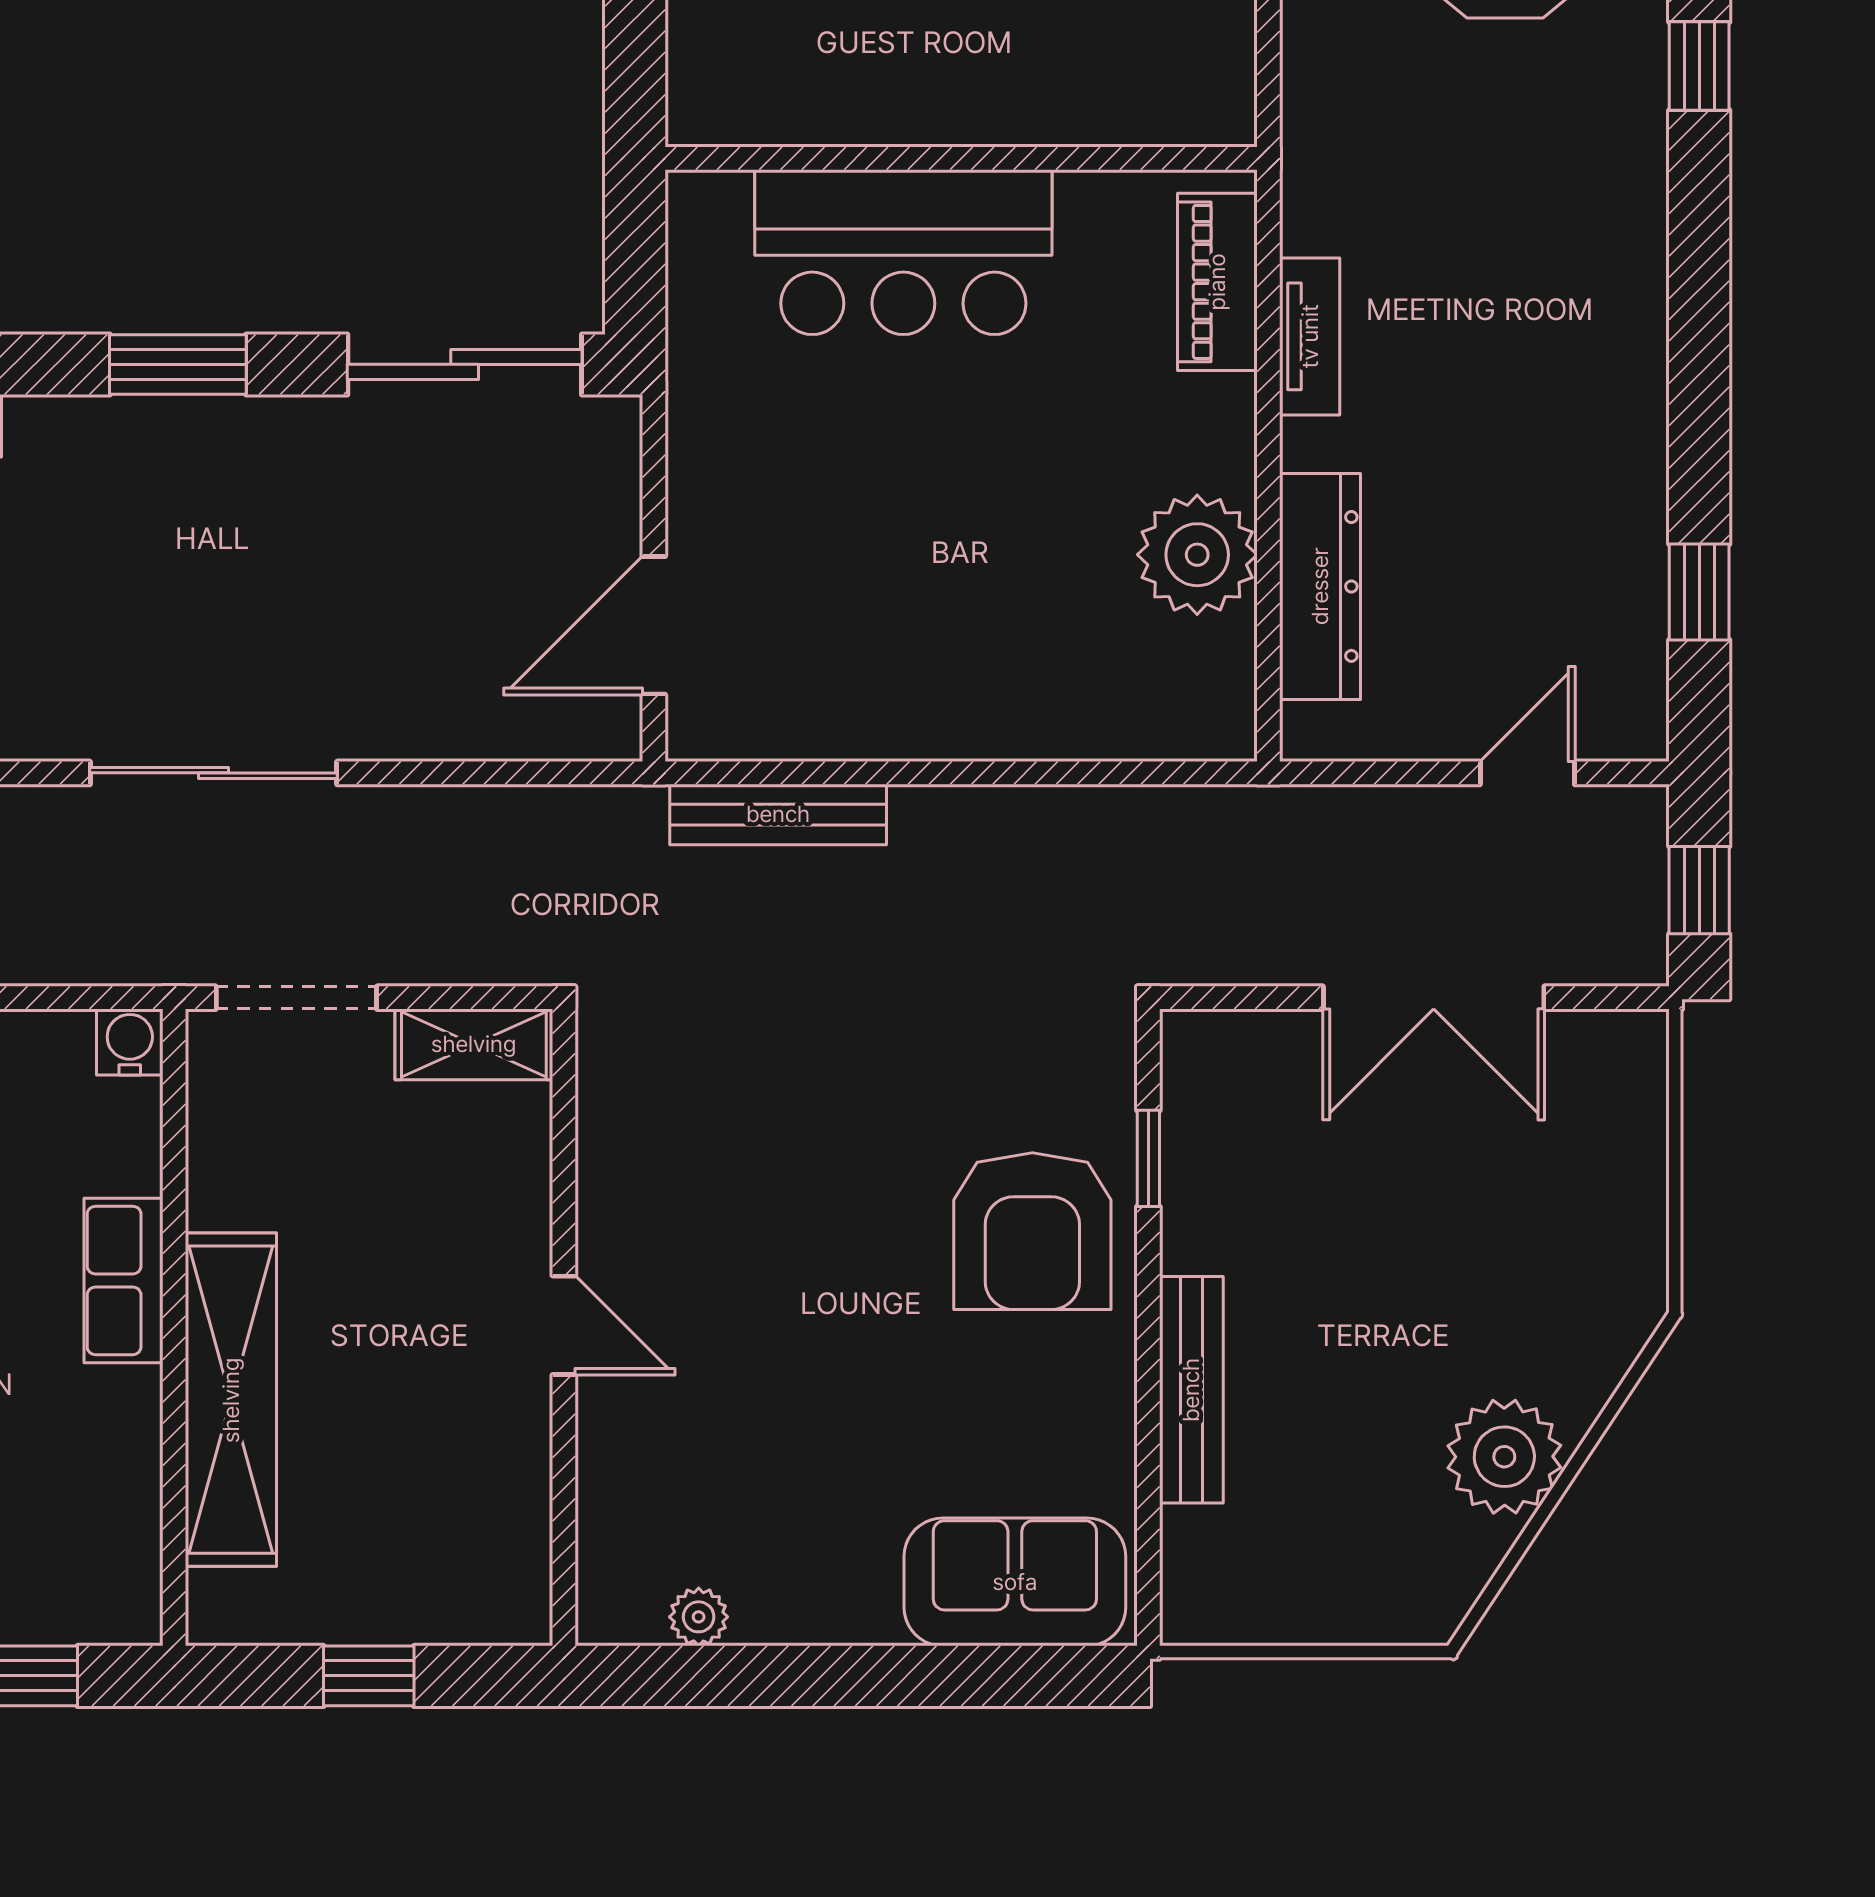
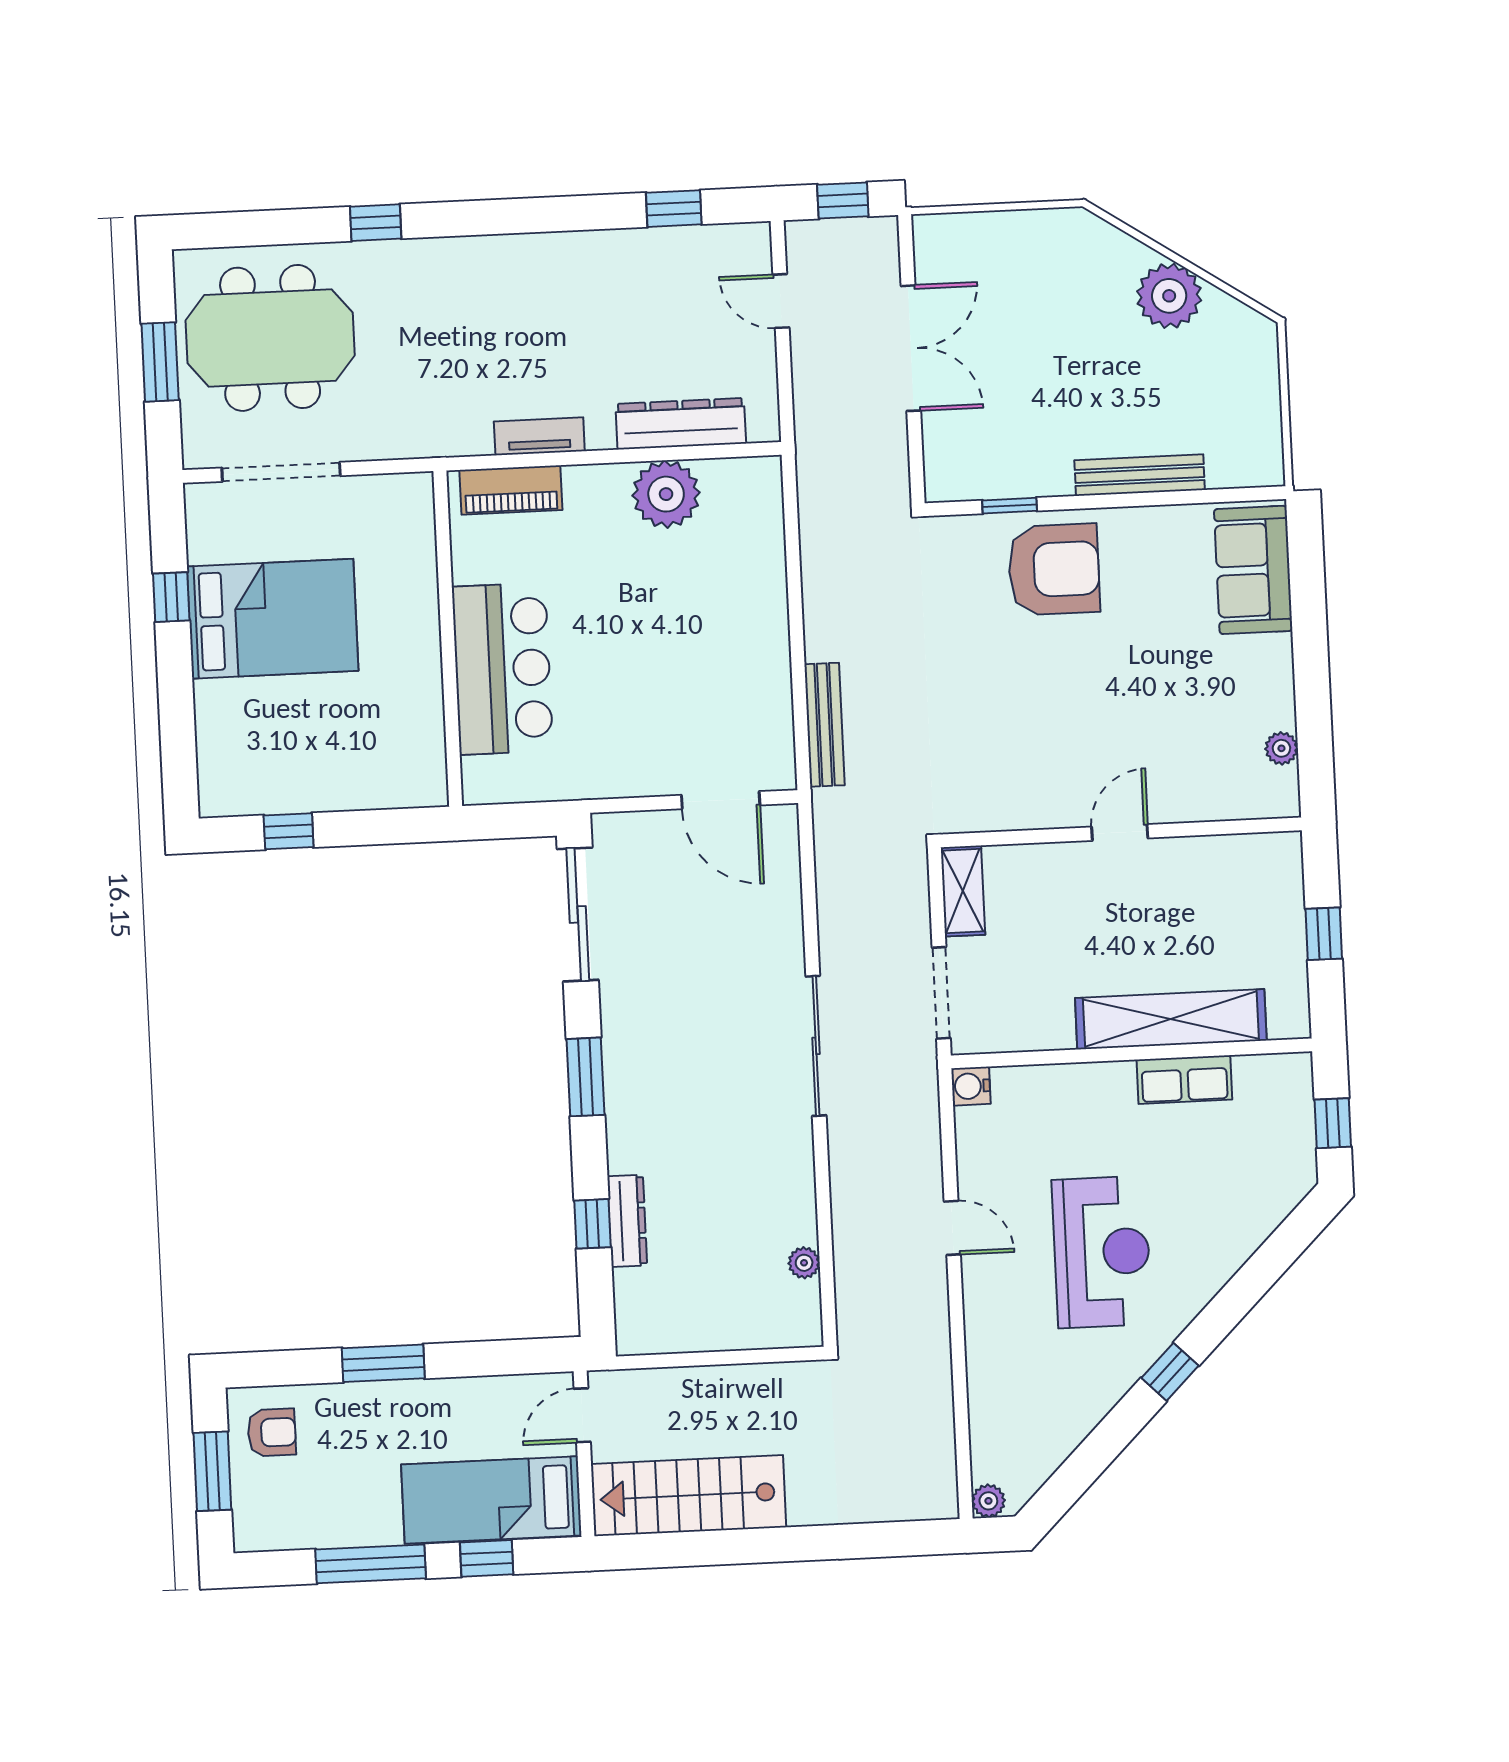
row of seats: (124, 1280) -> (1184, 1080), moved

